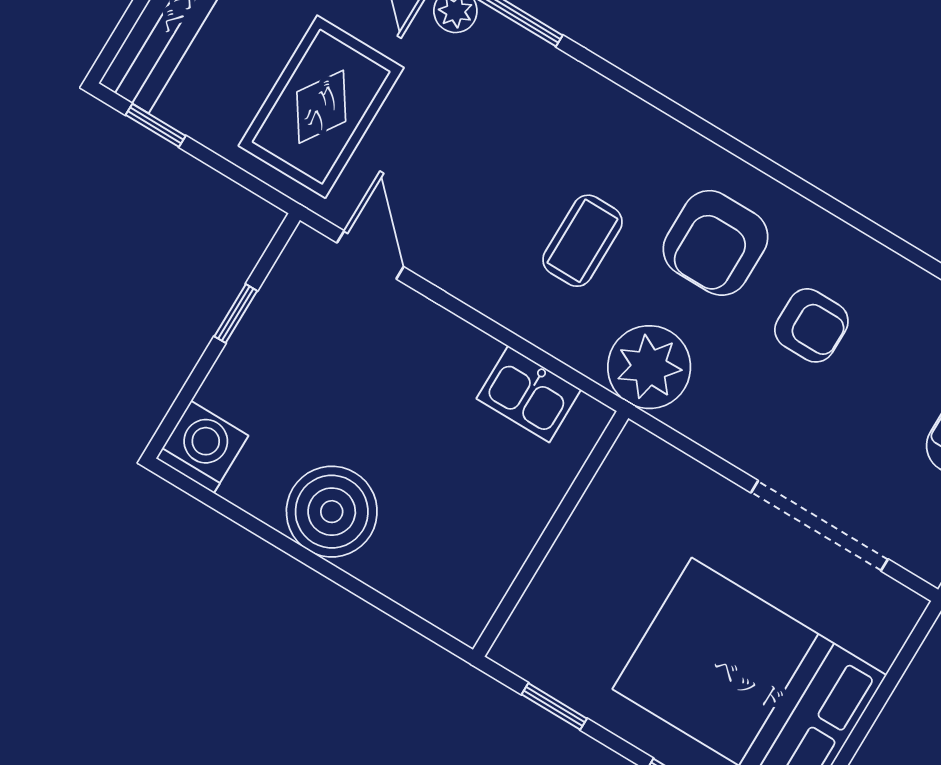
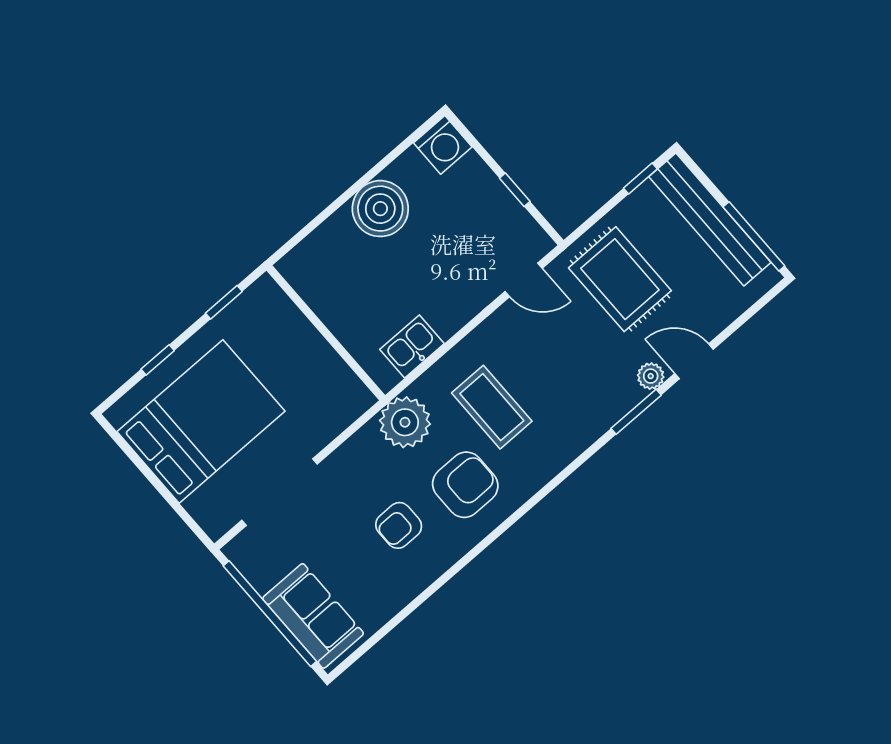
coffee table: (582, 241) -> (492, 407), width x1.36, depth x1.30
armchair: (716, 243) -> (465, 485), turned 90

